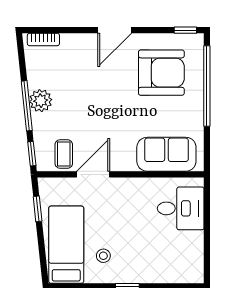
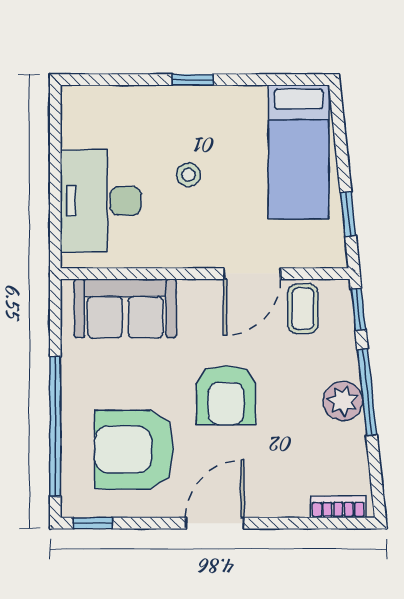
armchair: (108, 104) -> (226, 395), added
desk: (181, 208) -> (101, 201), width x1.37
stool: (103, 256) -> (188, 175), moved

